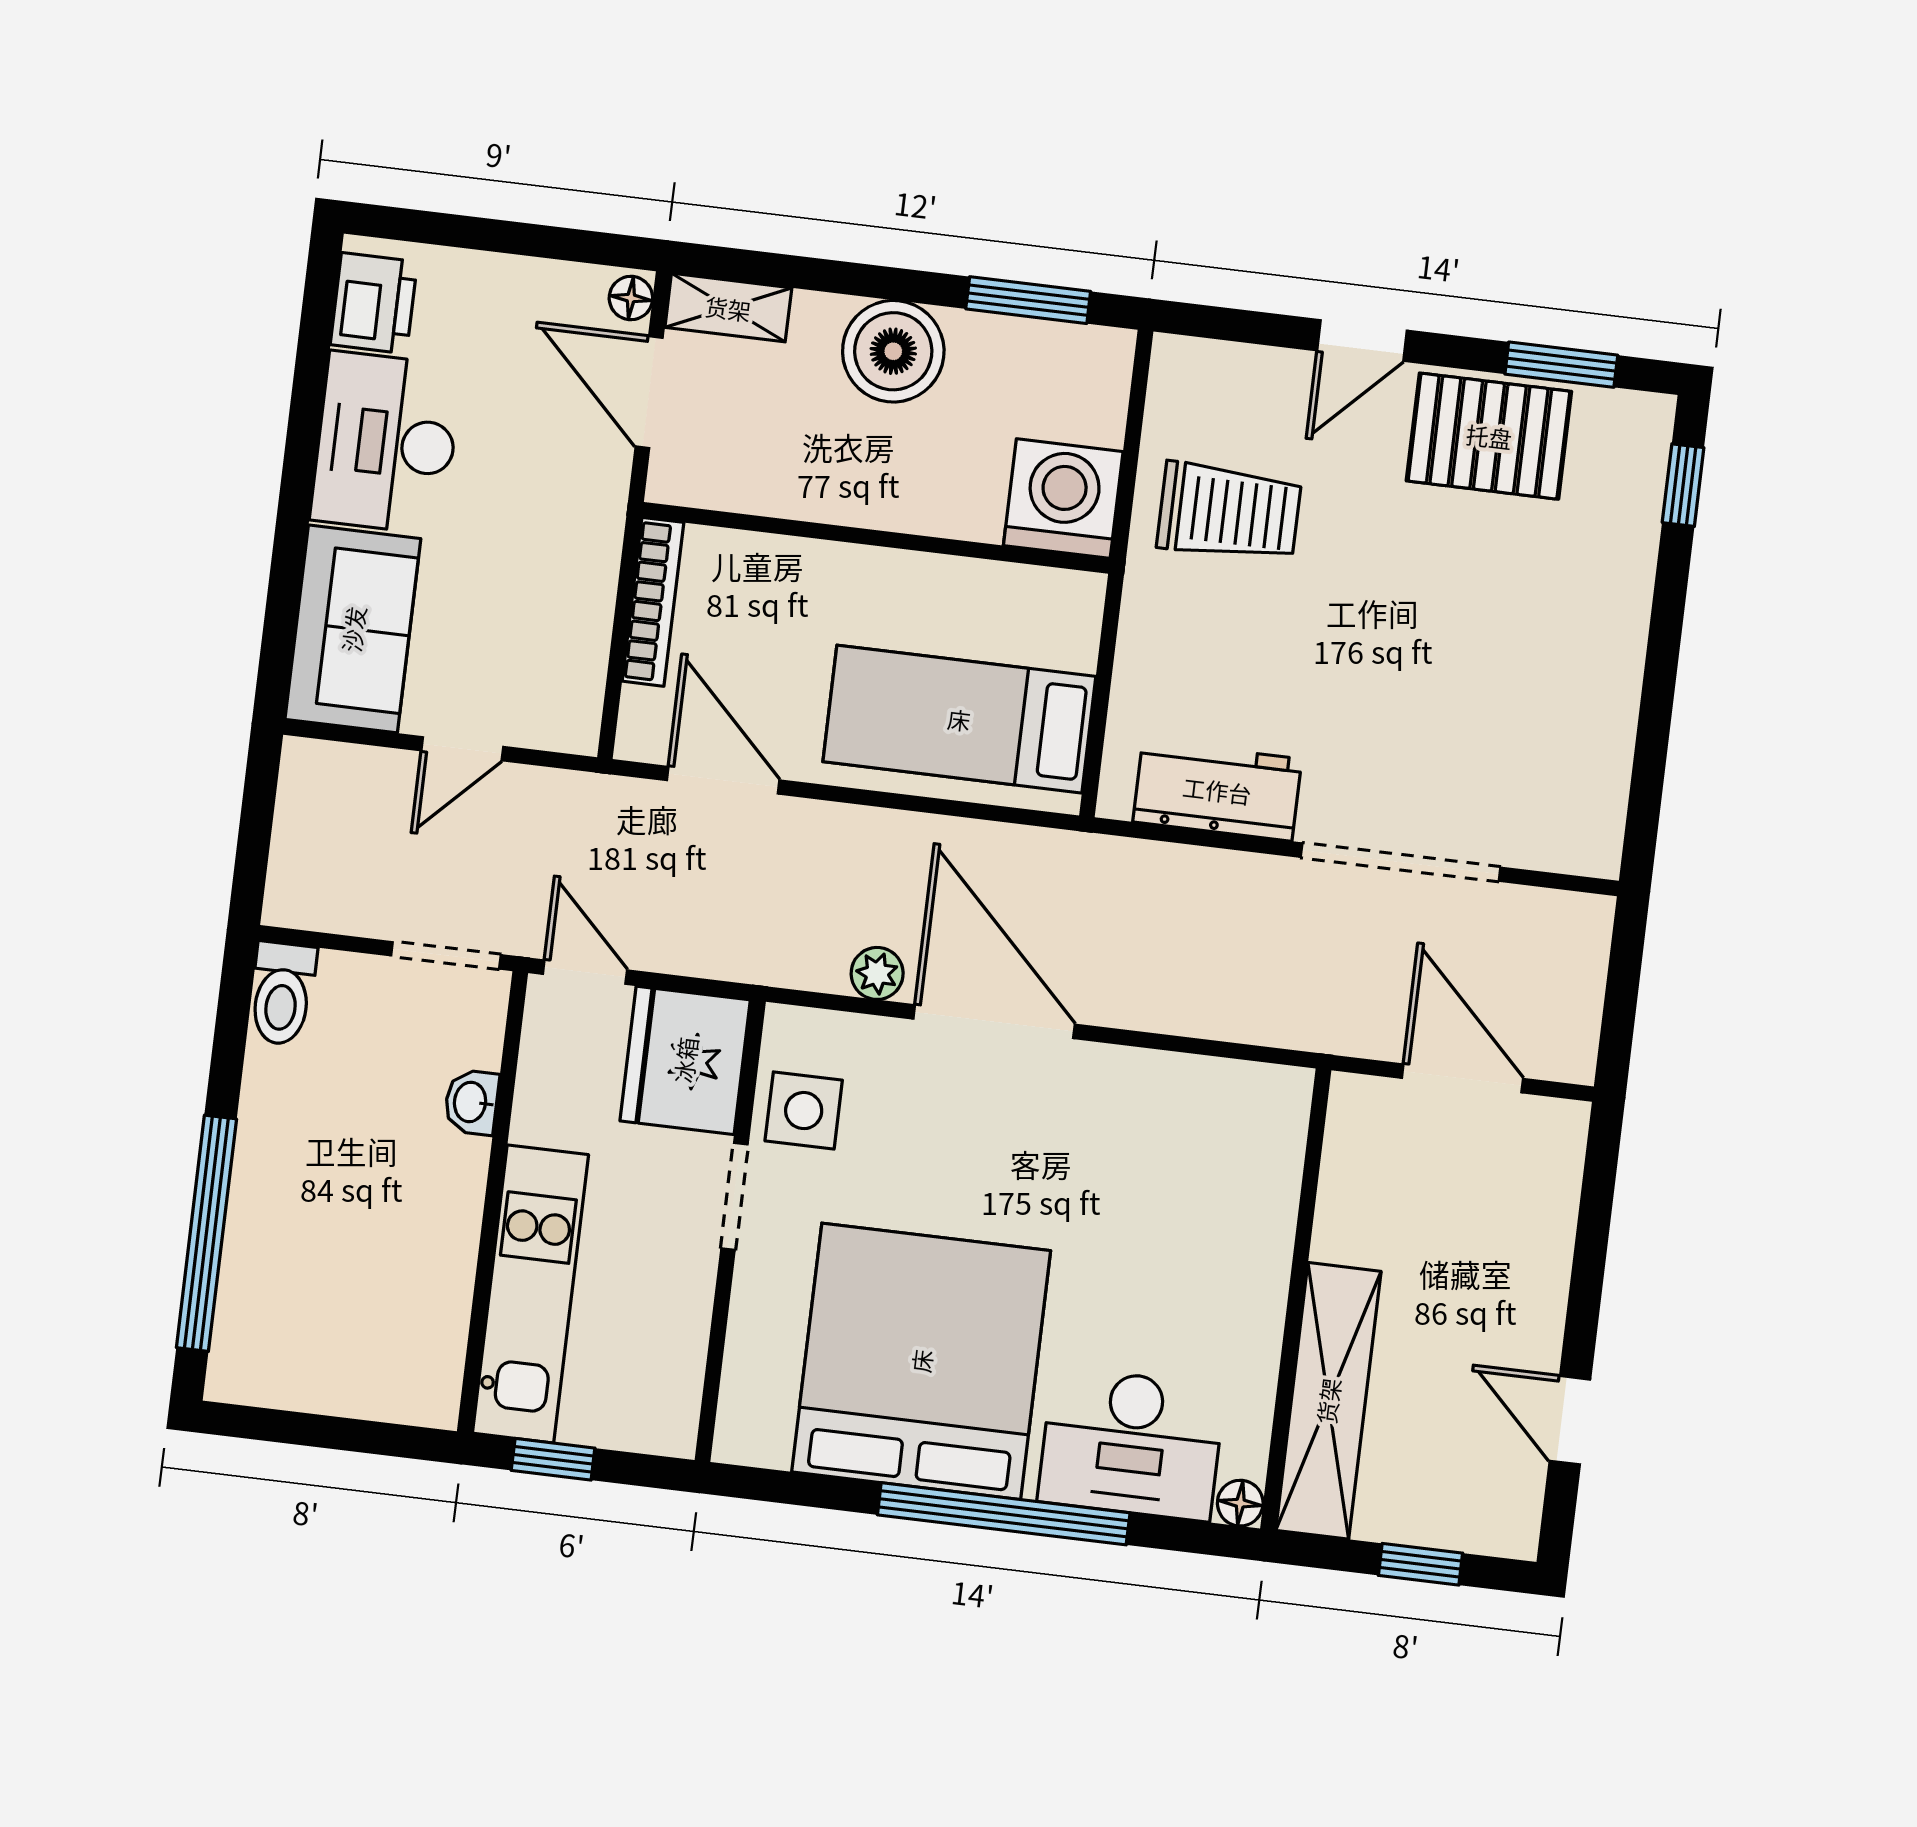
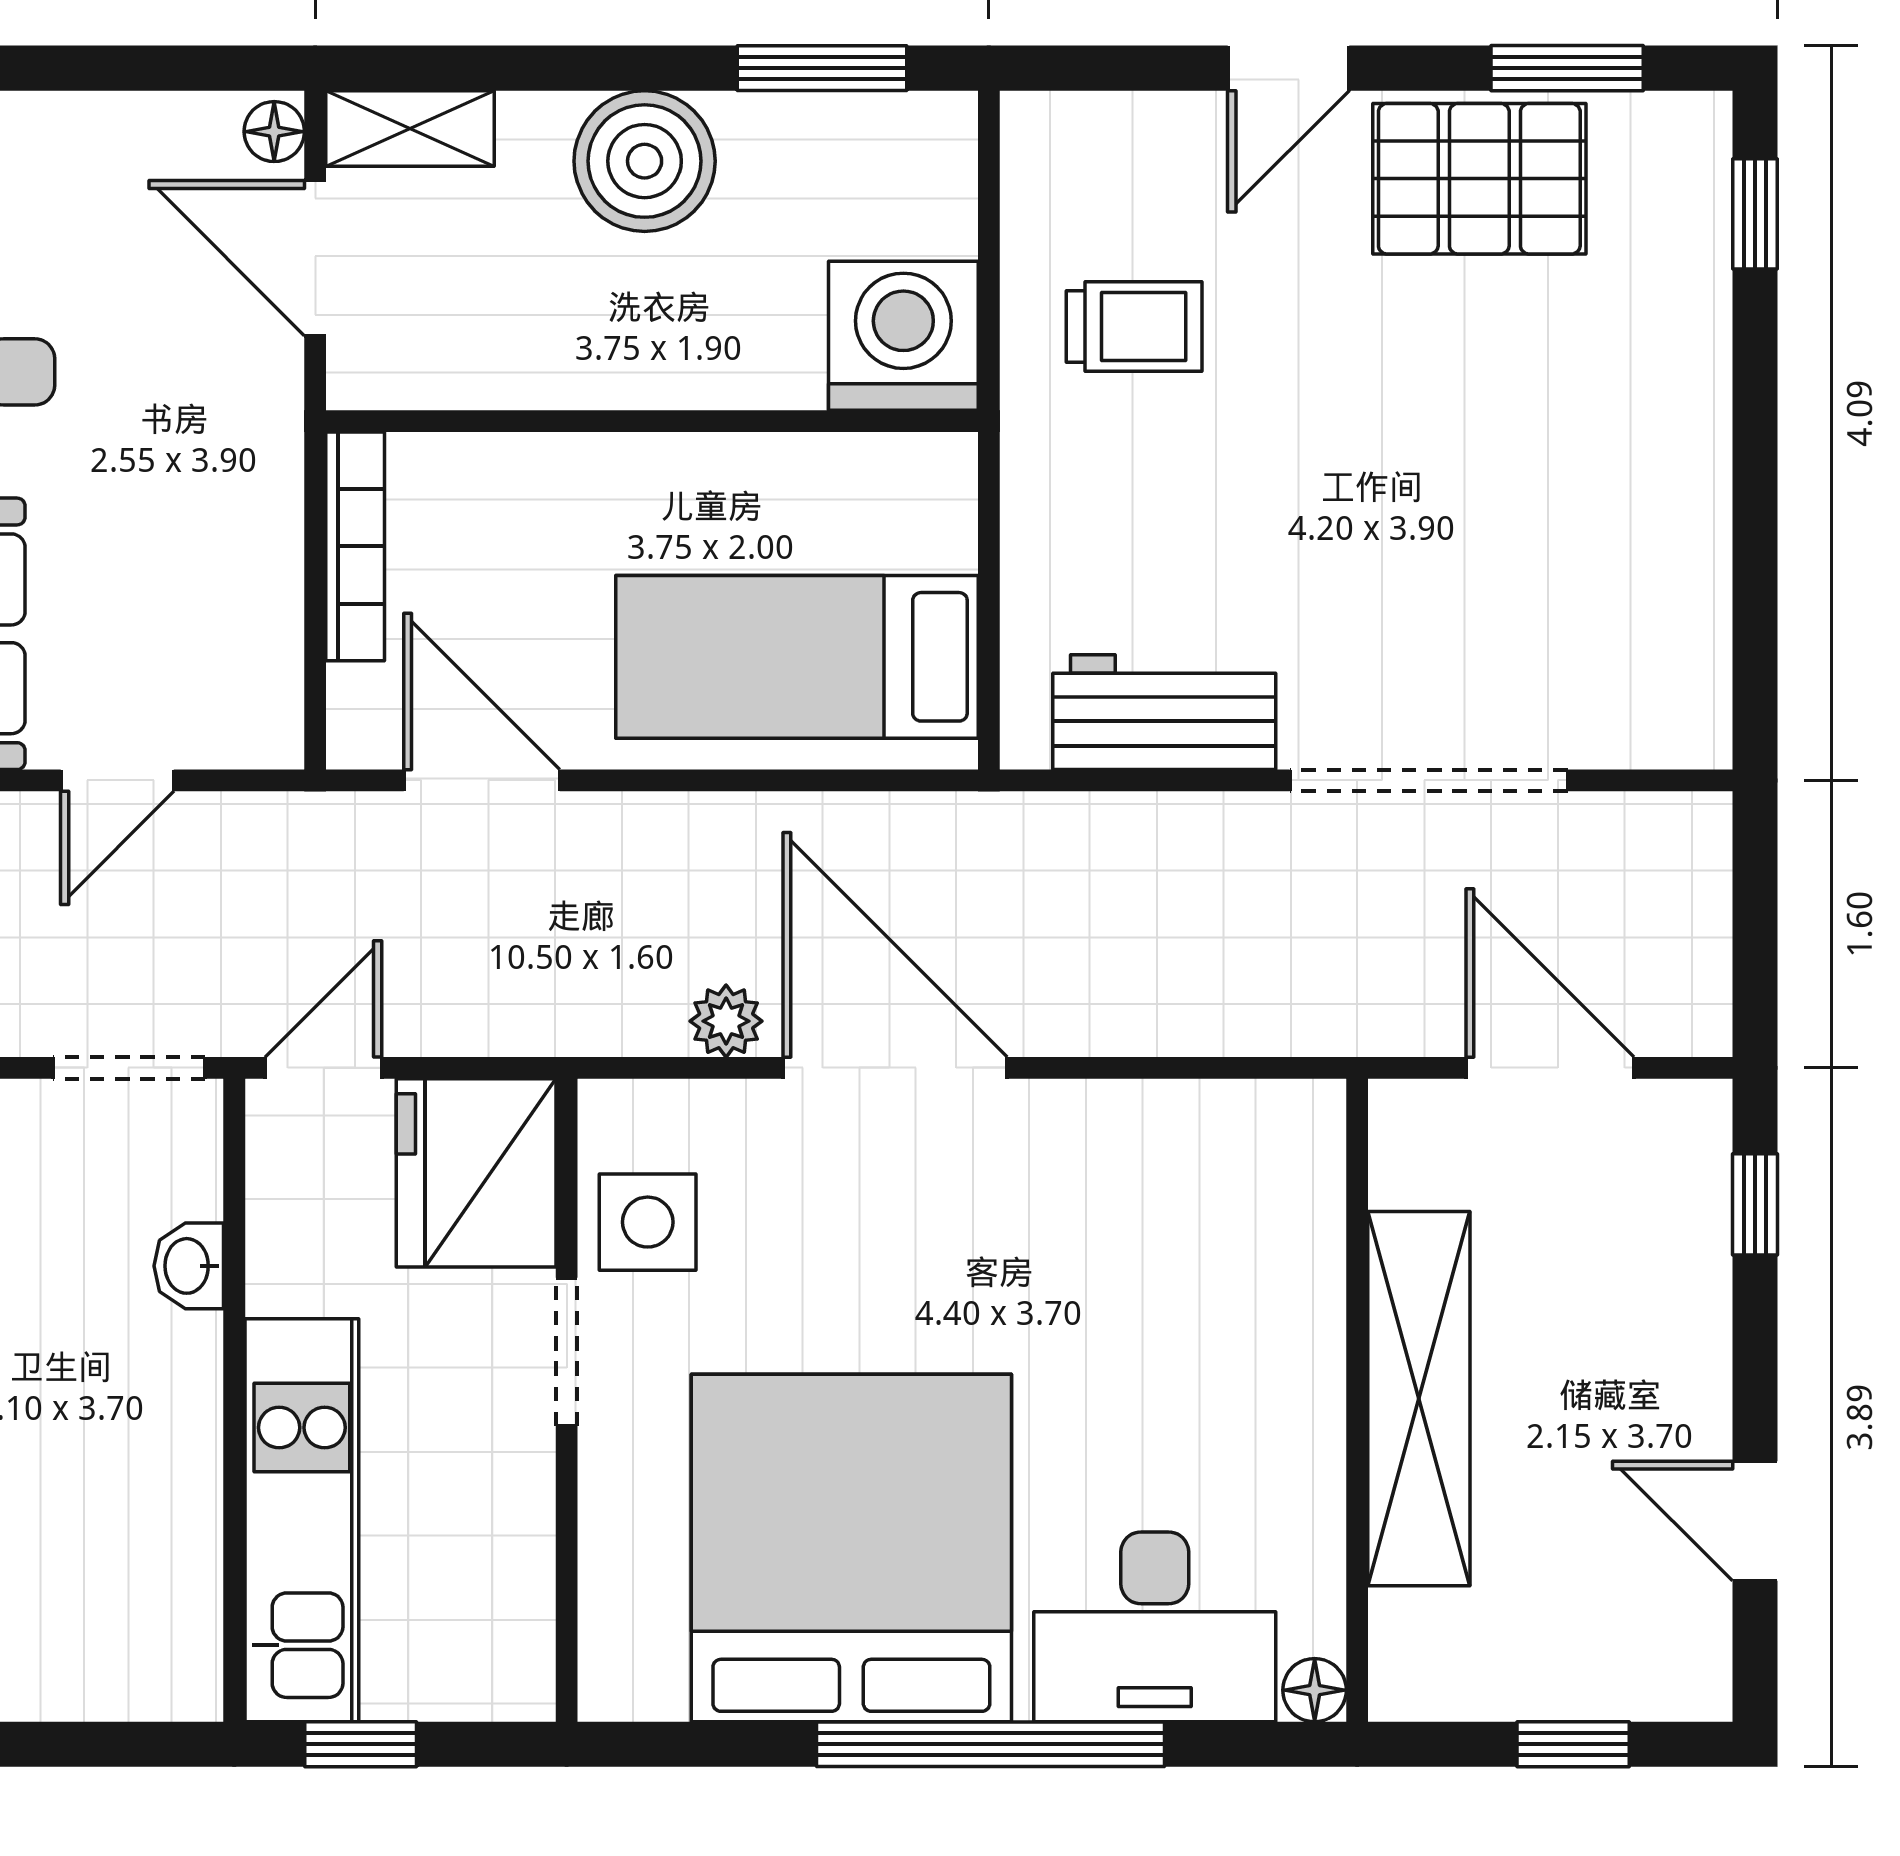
trolley: (1229, 512) -> (1134, 326), width x0.73, depth x0.72
door: (585, 972) -> (323, 1068), hinge flipped
window: (1597, 1194) -> (1755, 1204), added
shelving: (1328, 1401) -> (1419, 1399), moved

